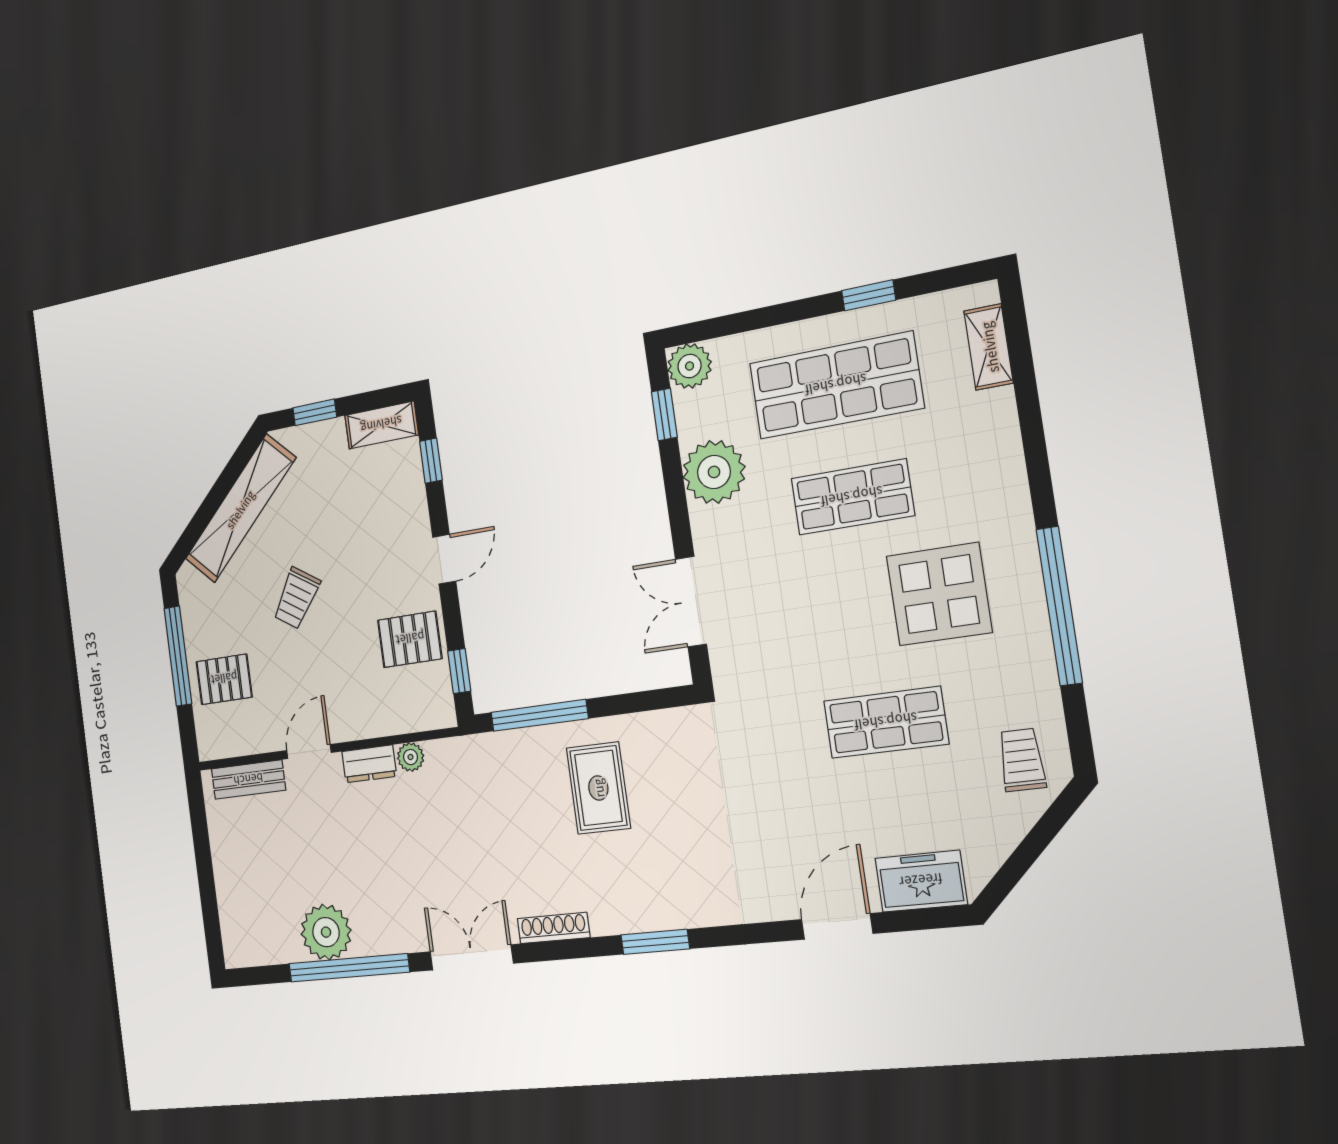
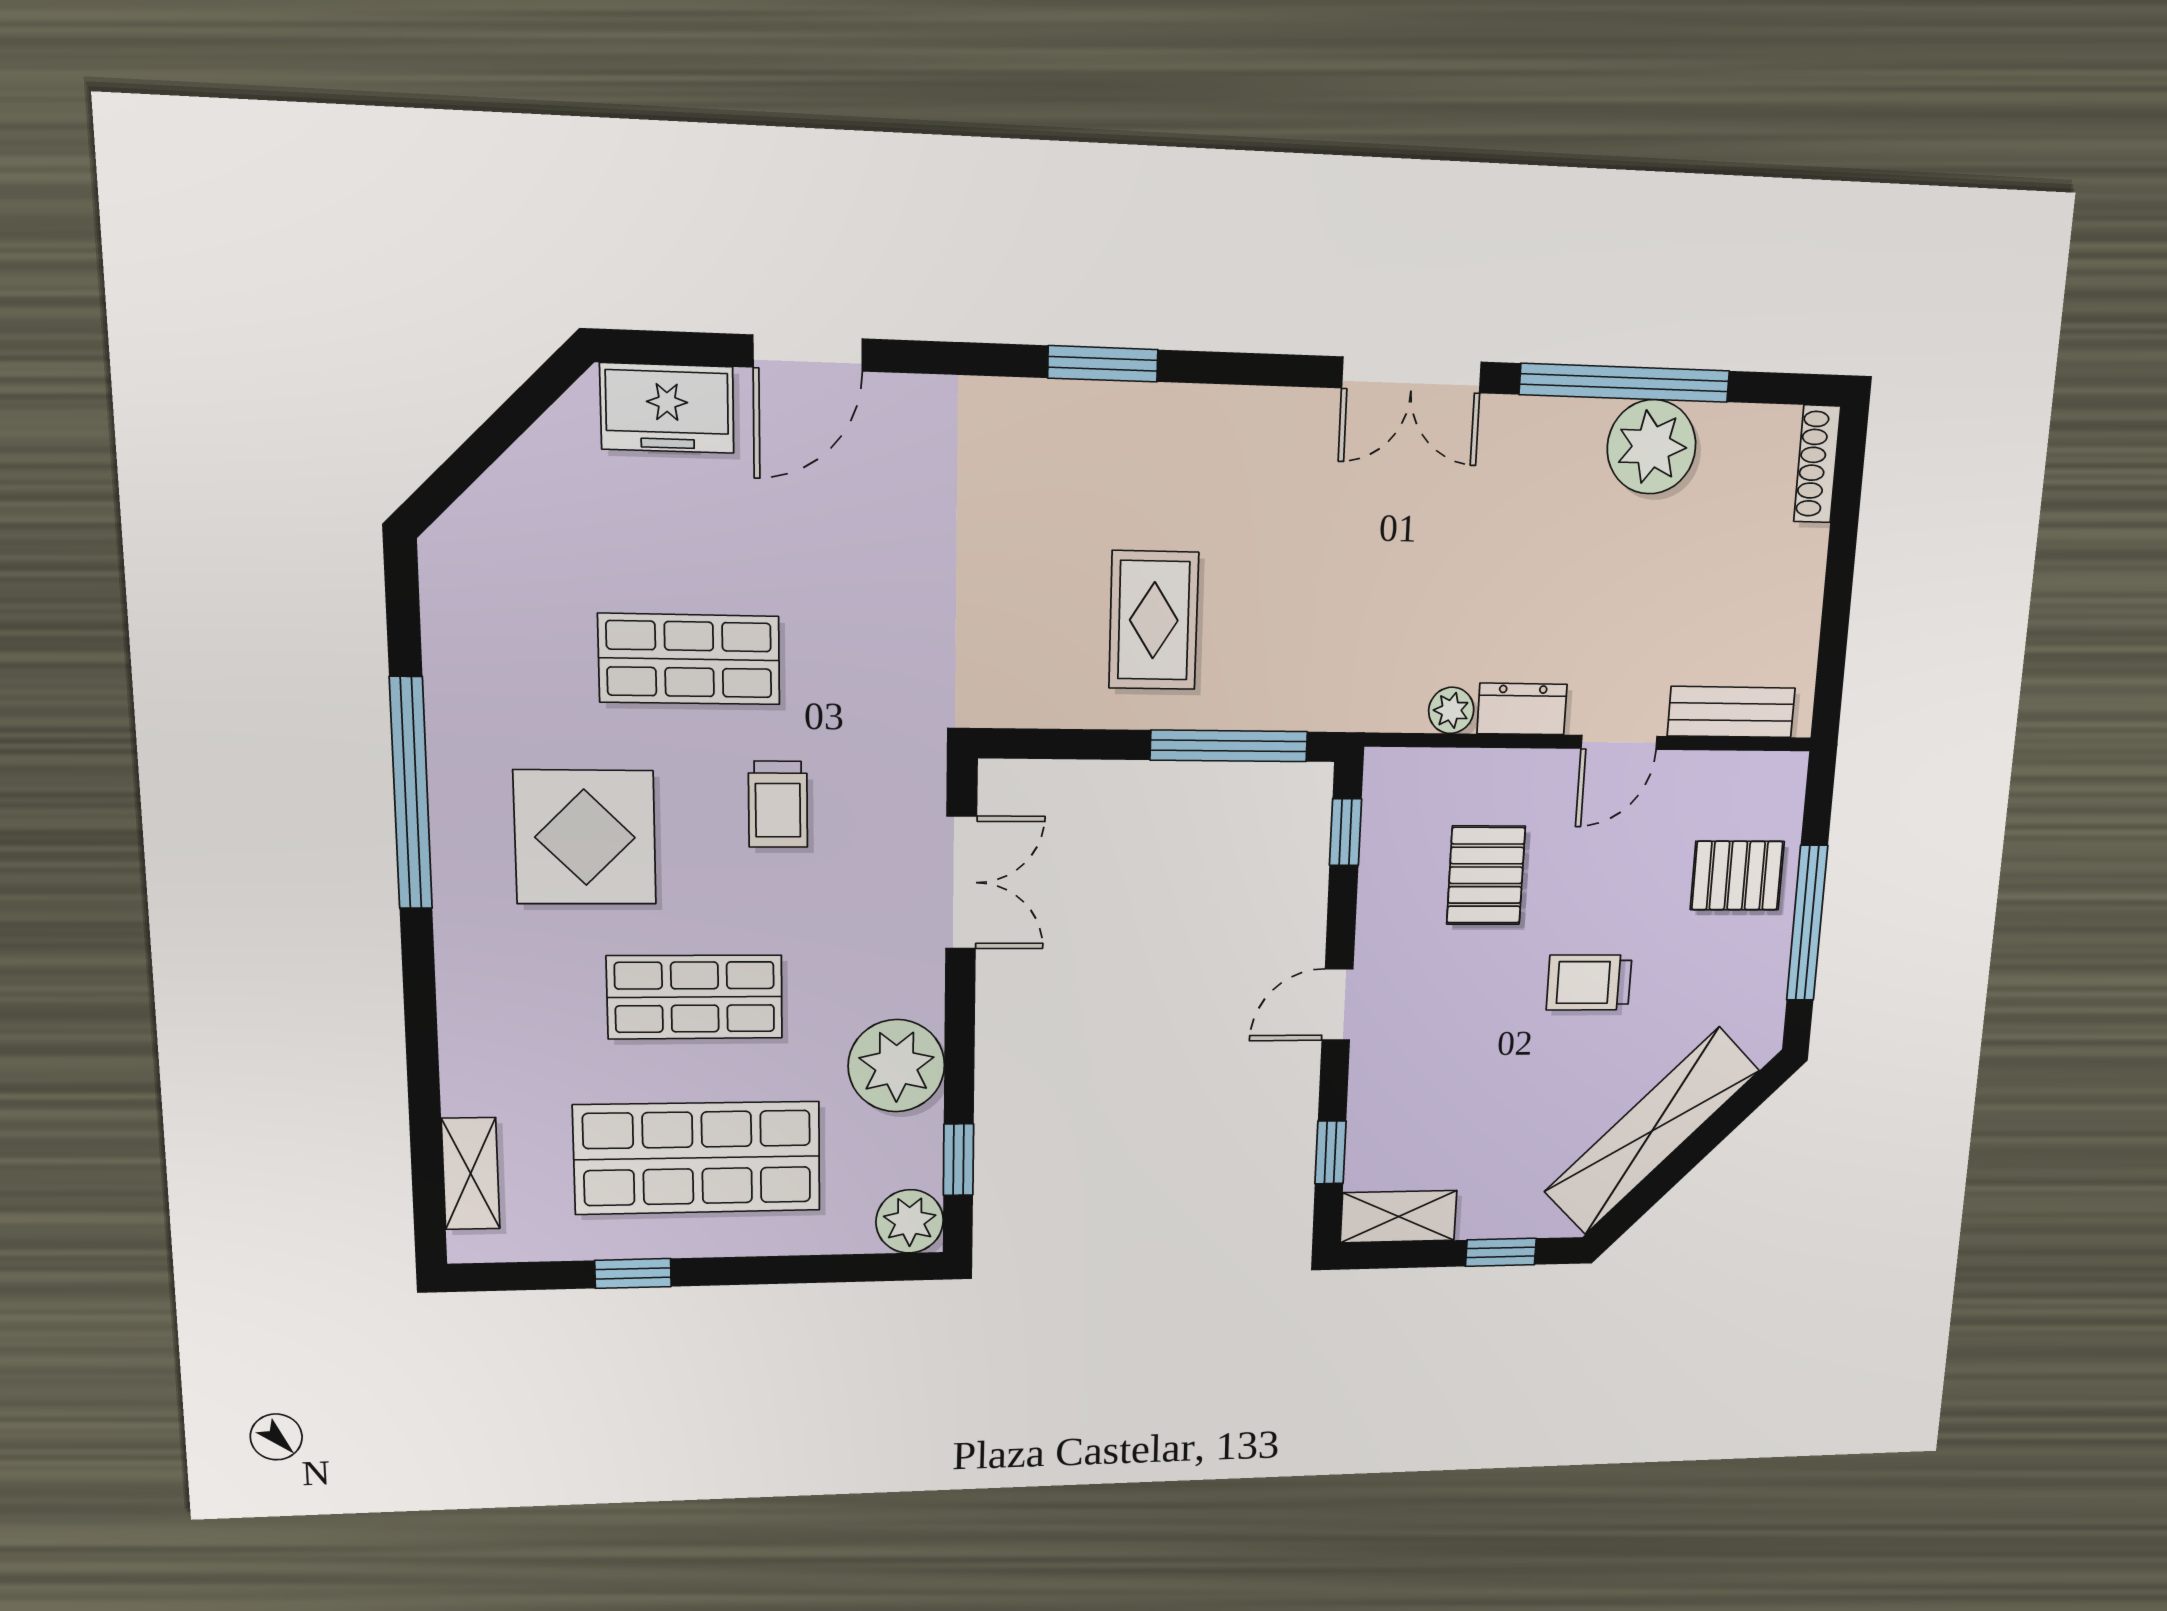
trolley: (296, 598) -> (1589, 982), turned -123
pallet: (410, 639) -> (1486, 875), moved, turned 90
trolley: (1022, 760) -> (778, 804), moved
shoe rack: (554, 928) -> (1817, 464), moved, turned 90

